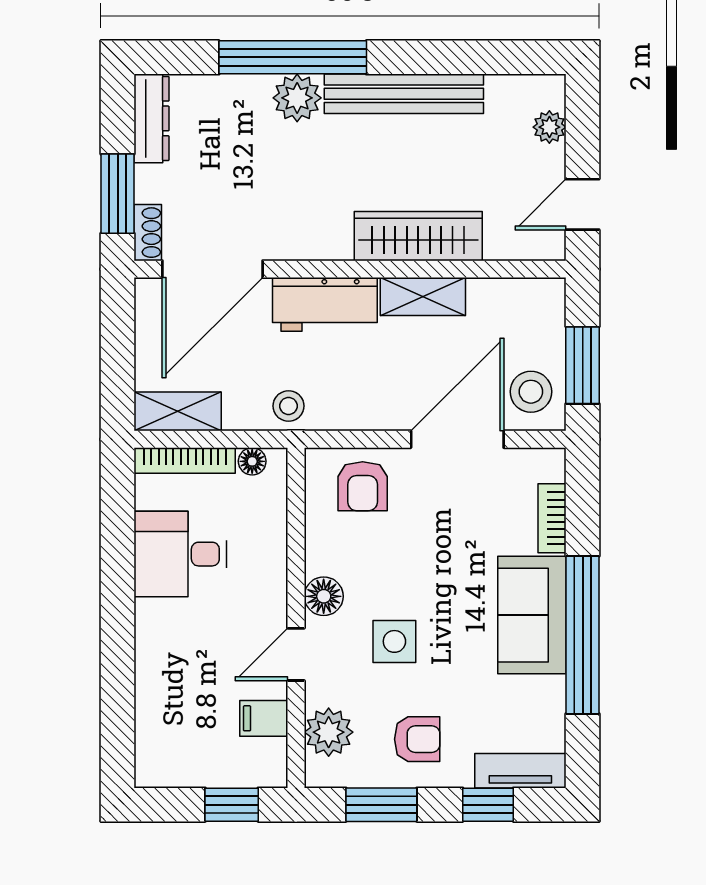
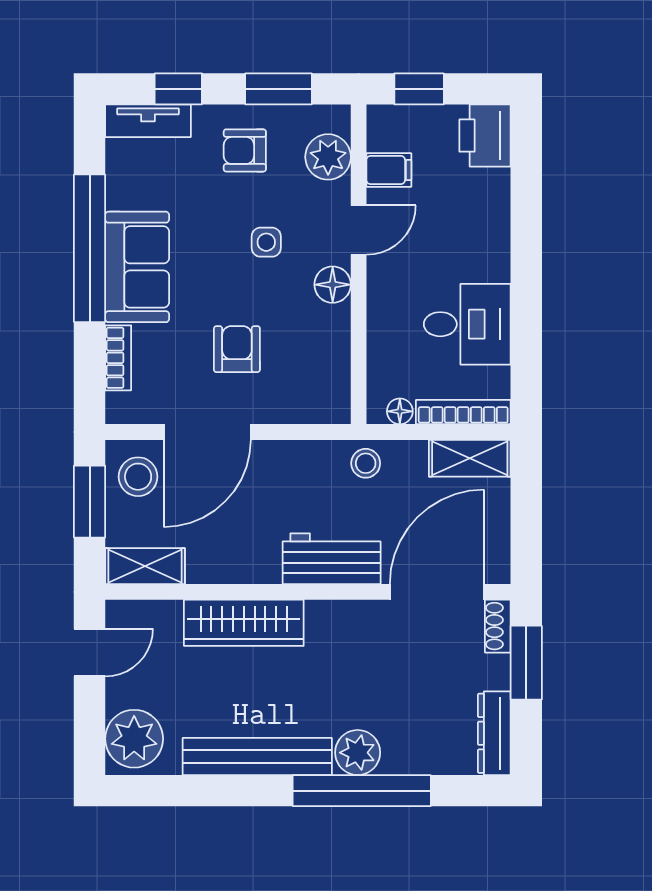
plant: (549, 127) -> (134, 739), width x1.88, depth x1.88
shelving: (423, 296) -> (145, 566), moved
armchair: (363, 486) -> (237, 349), moved
side table: (394, 641) -> (266, 242), width x0.73, depth x0.73
printer: (161, 755) -> (485, 136), added

